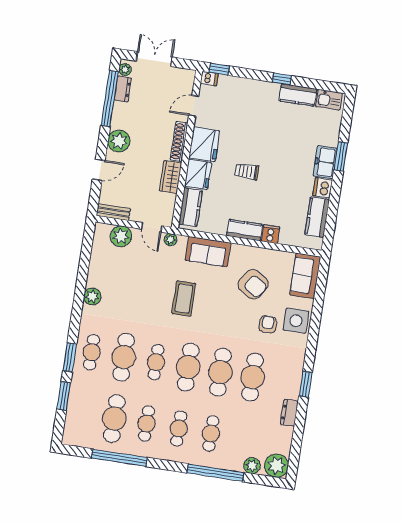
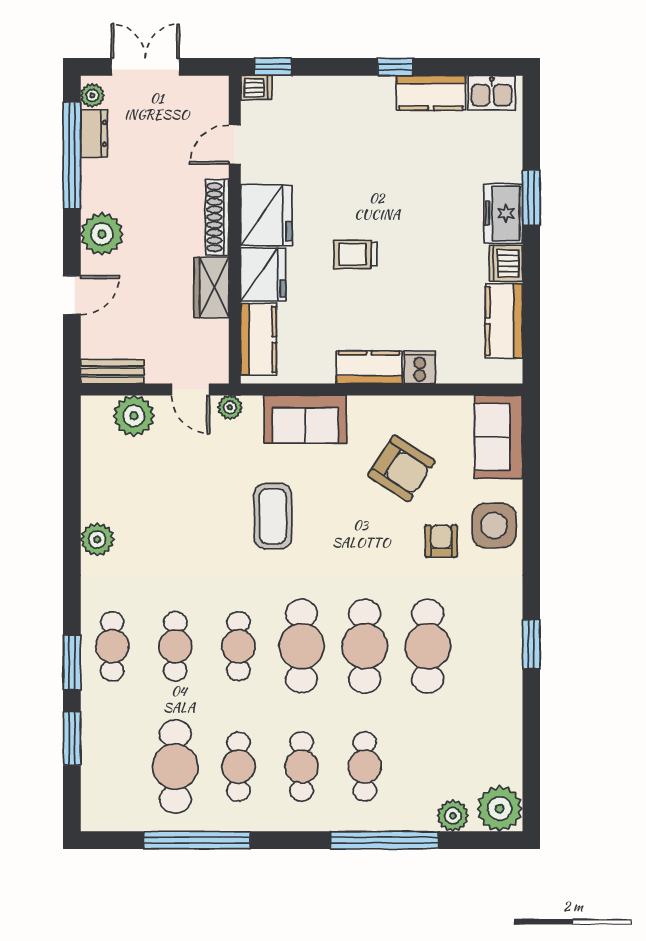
cafe table: (124, 357) -> (175, 646), width x0.73, depth x0.74
dresser: (289, 413) -> (509, 704), removed

